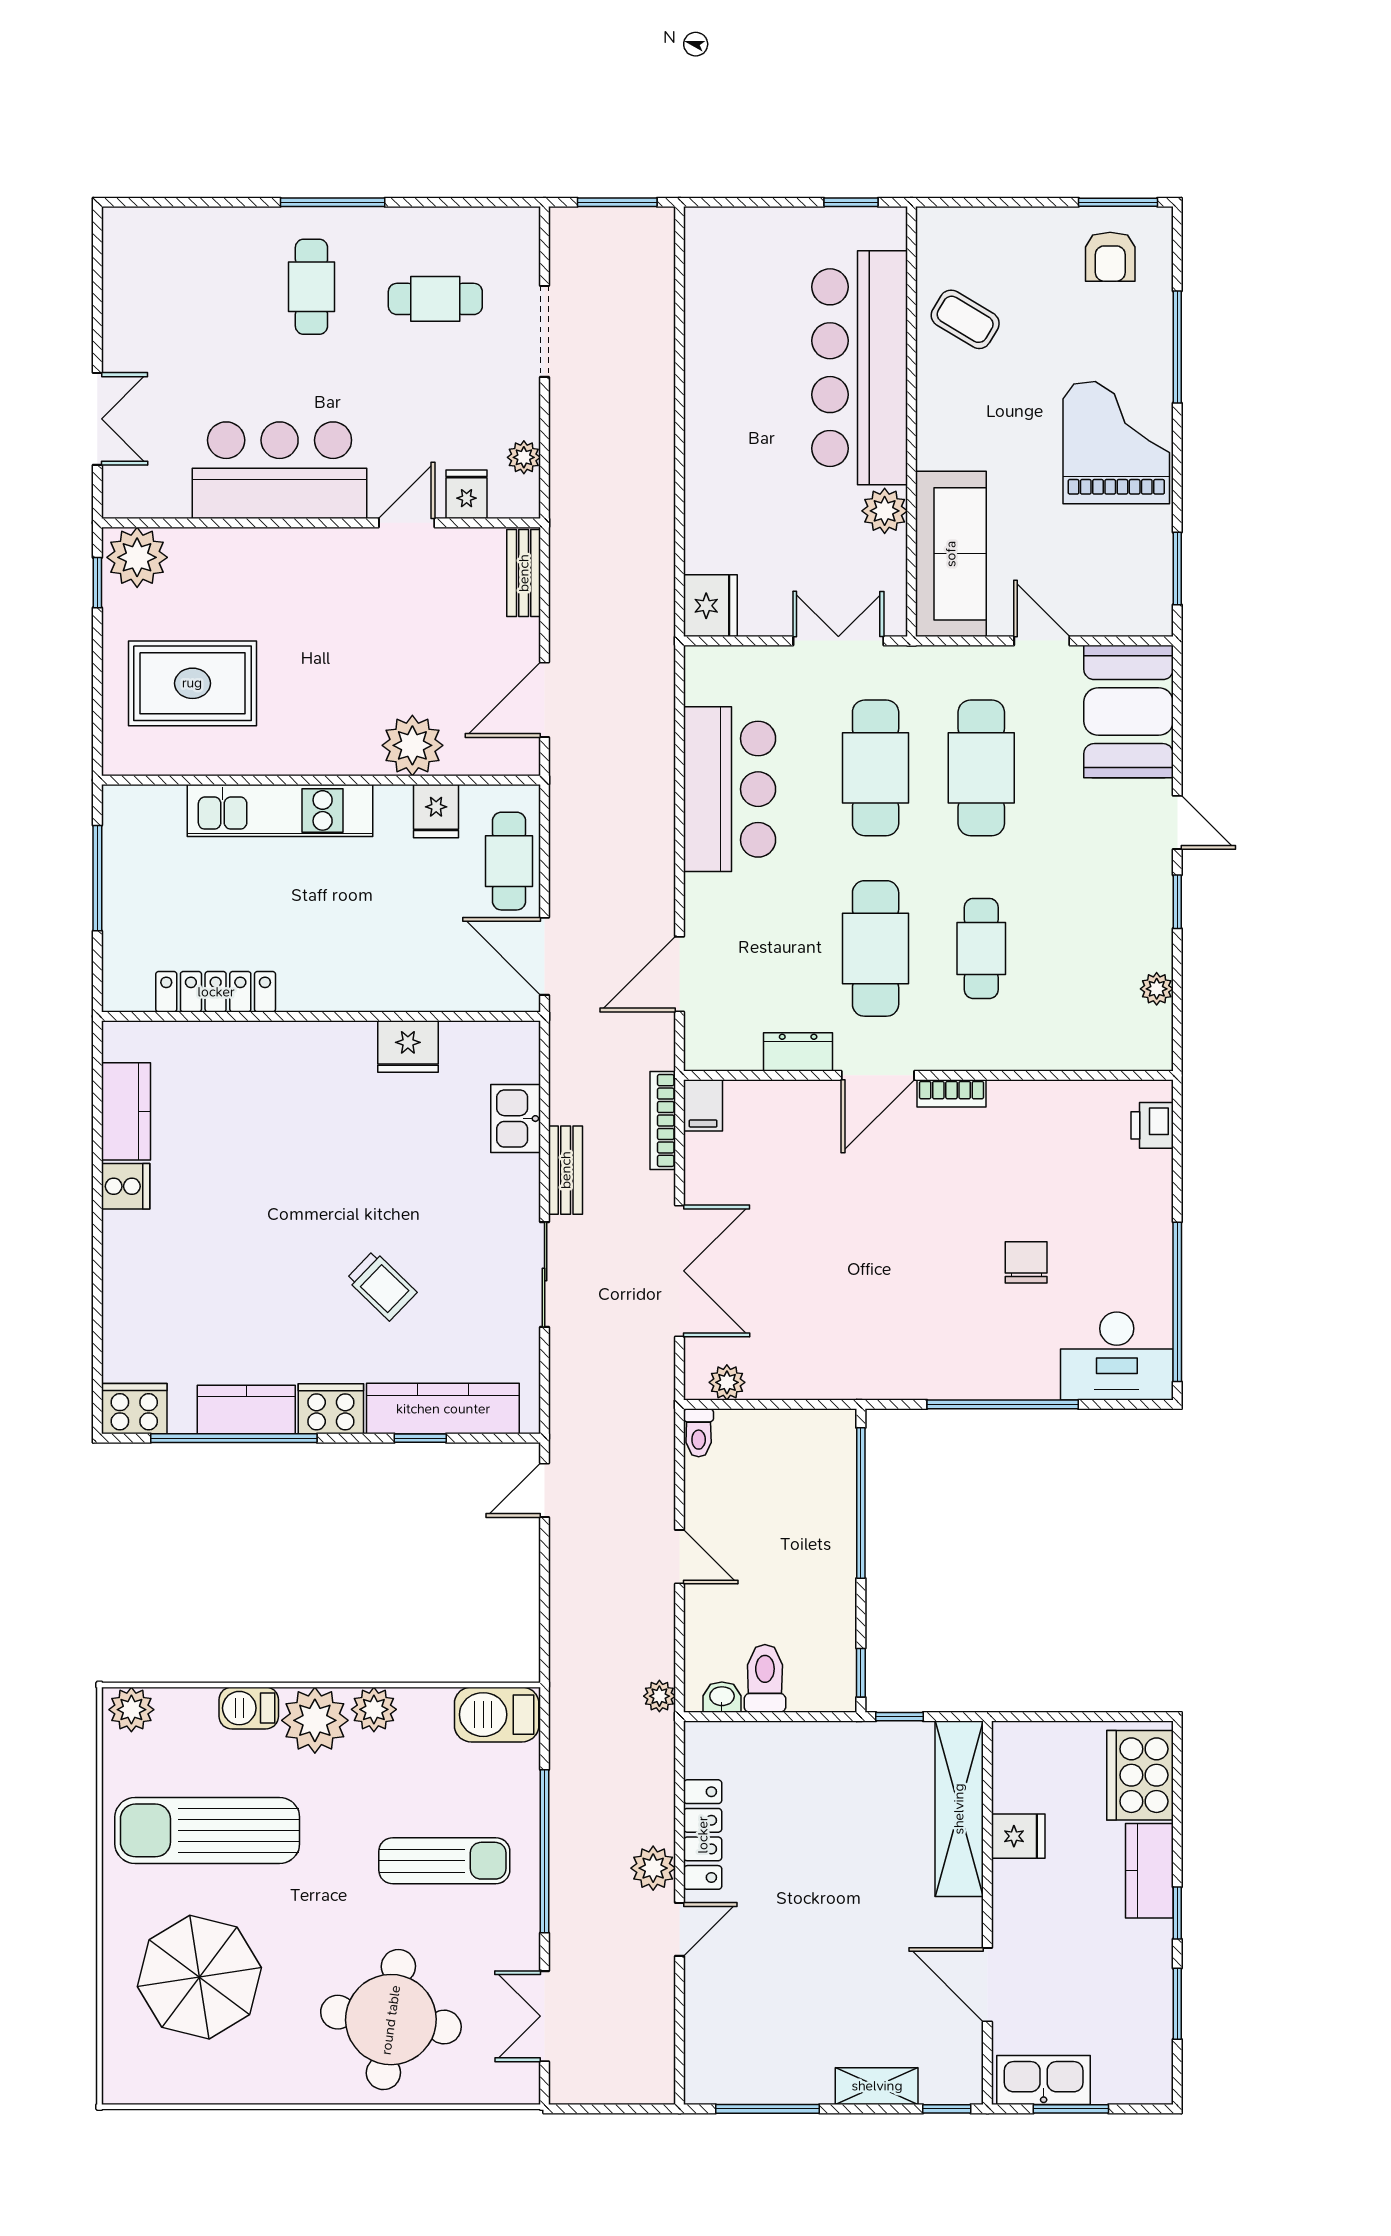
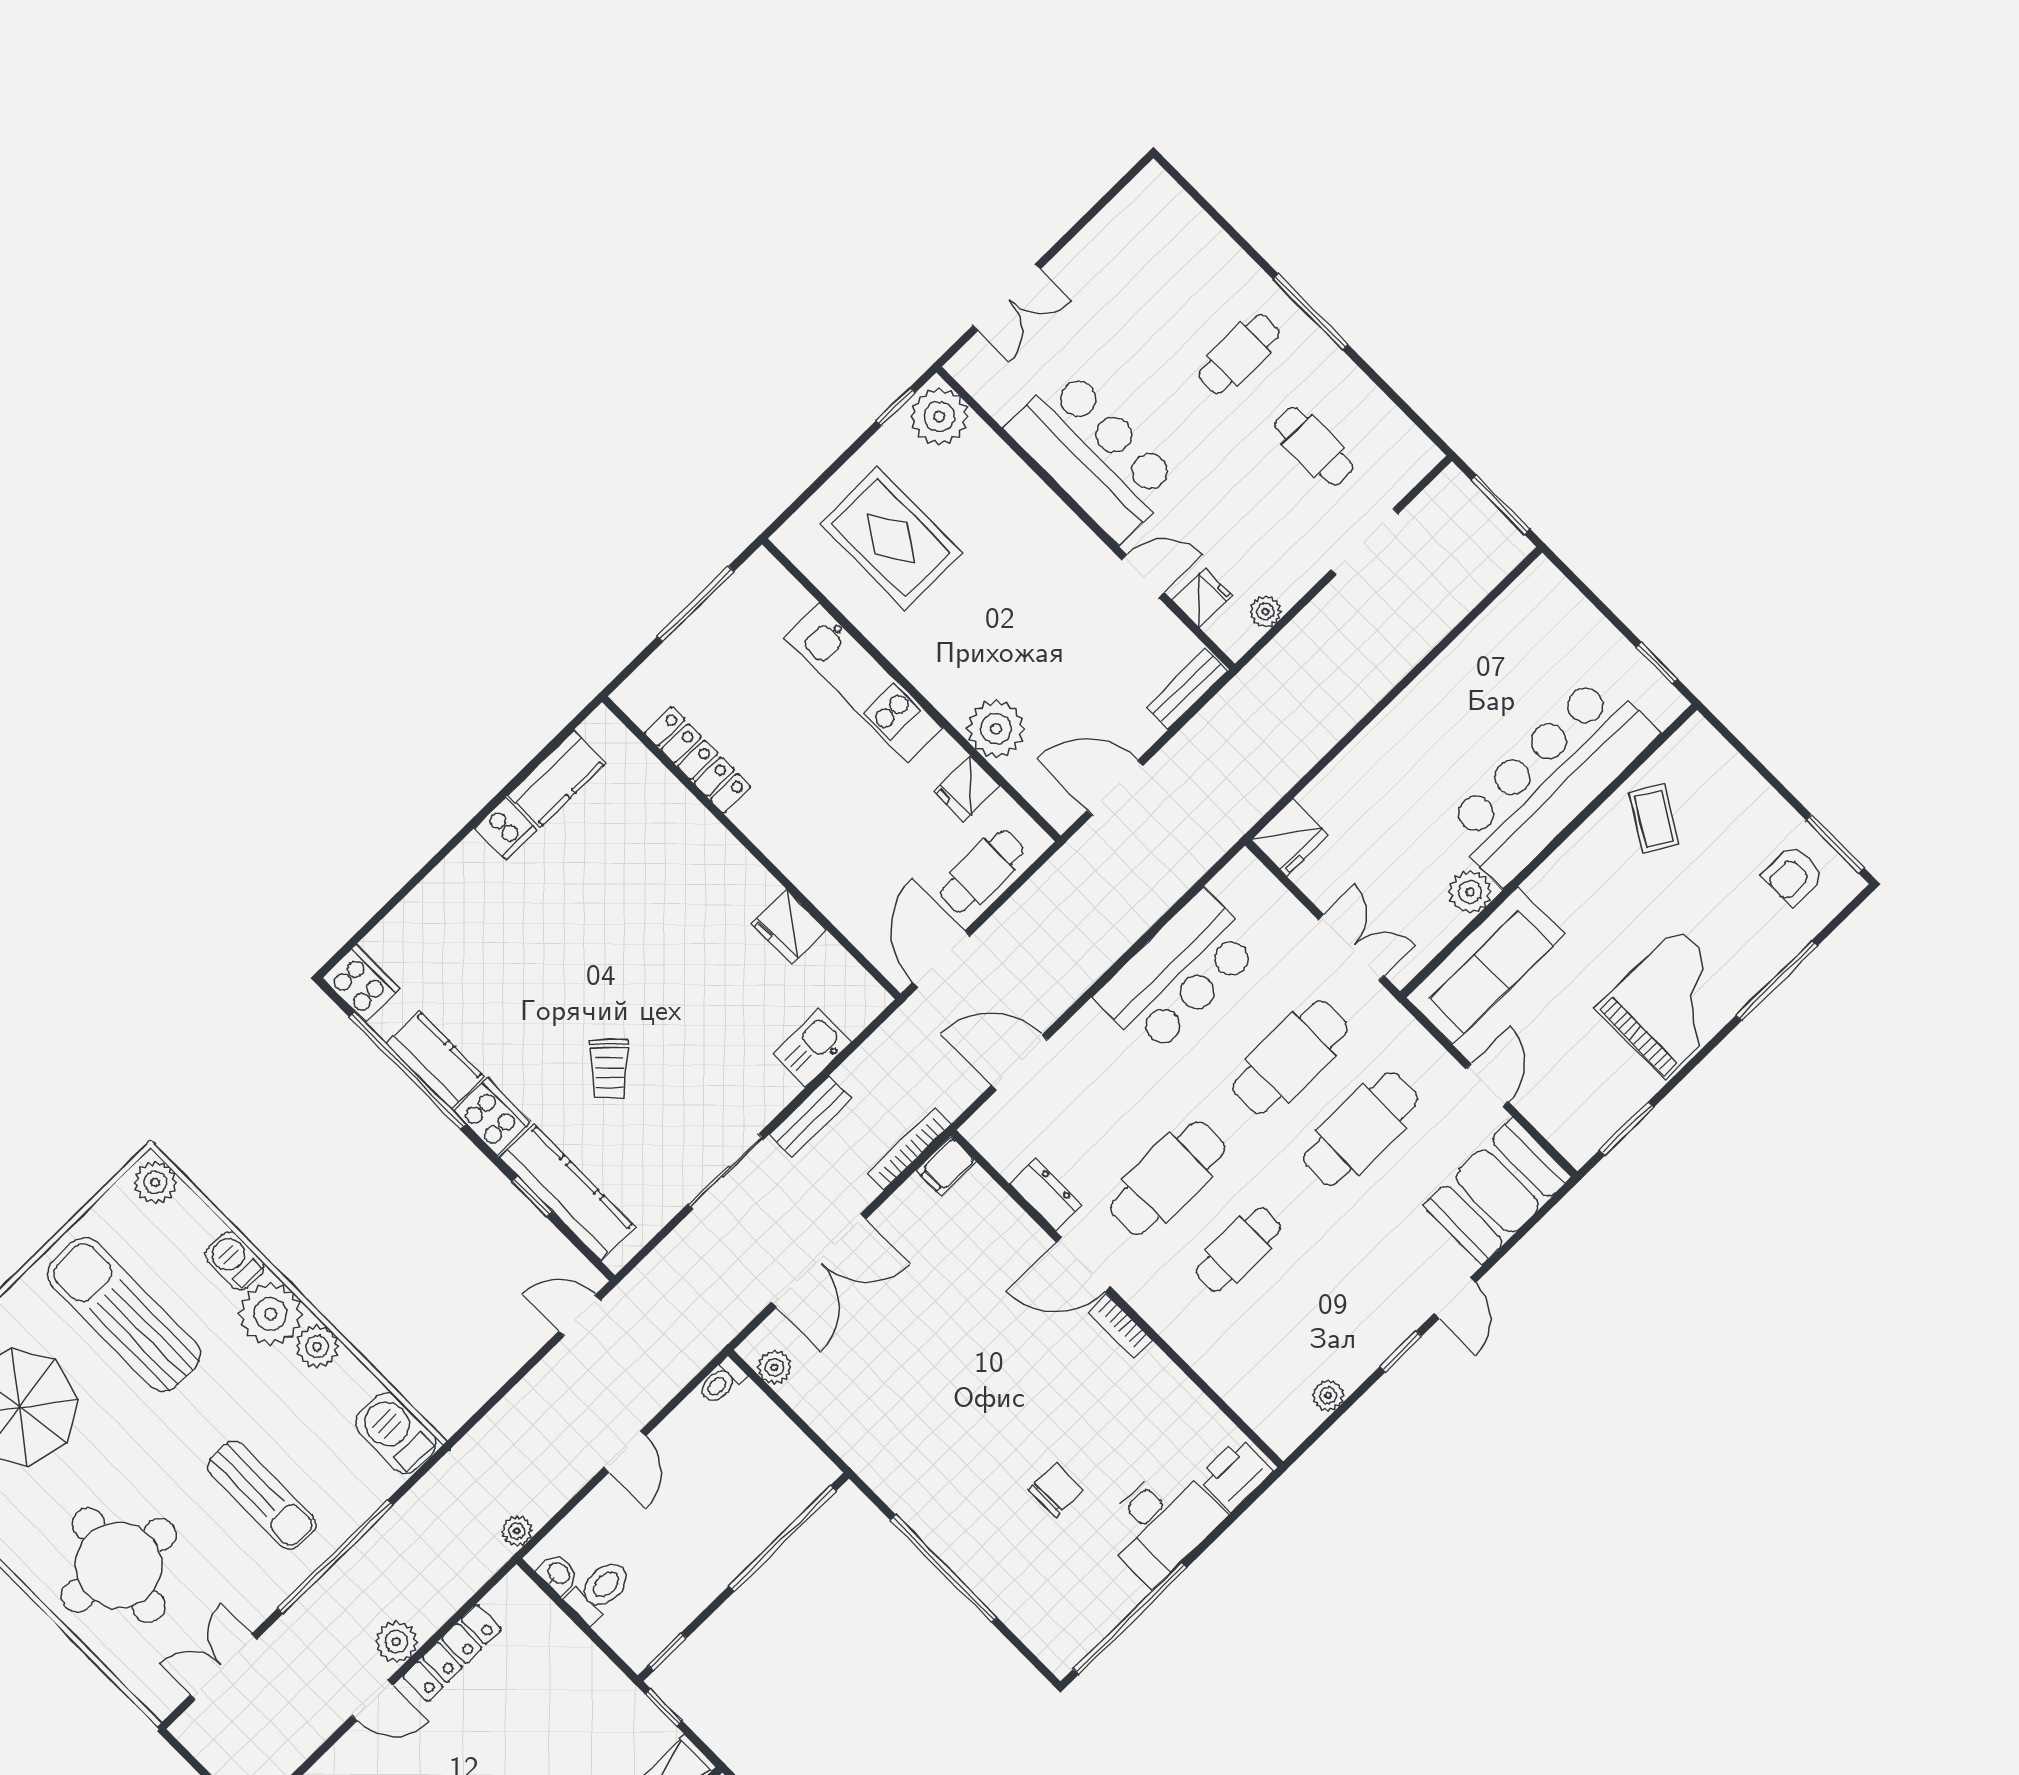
printer: (1152, 1125) -> (1235, 1475), width x1.36, depth x1.24
desk: (1117, 1356) -> (1161, 1523), moved, turned -90

